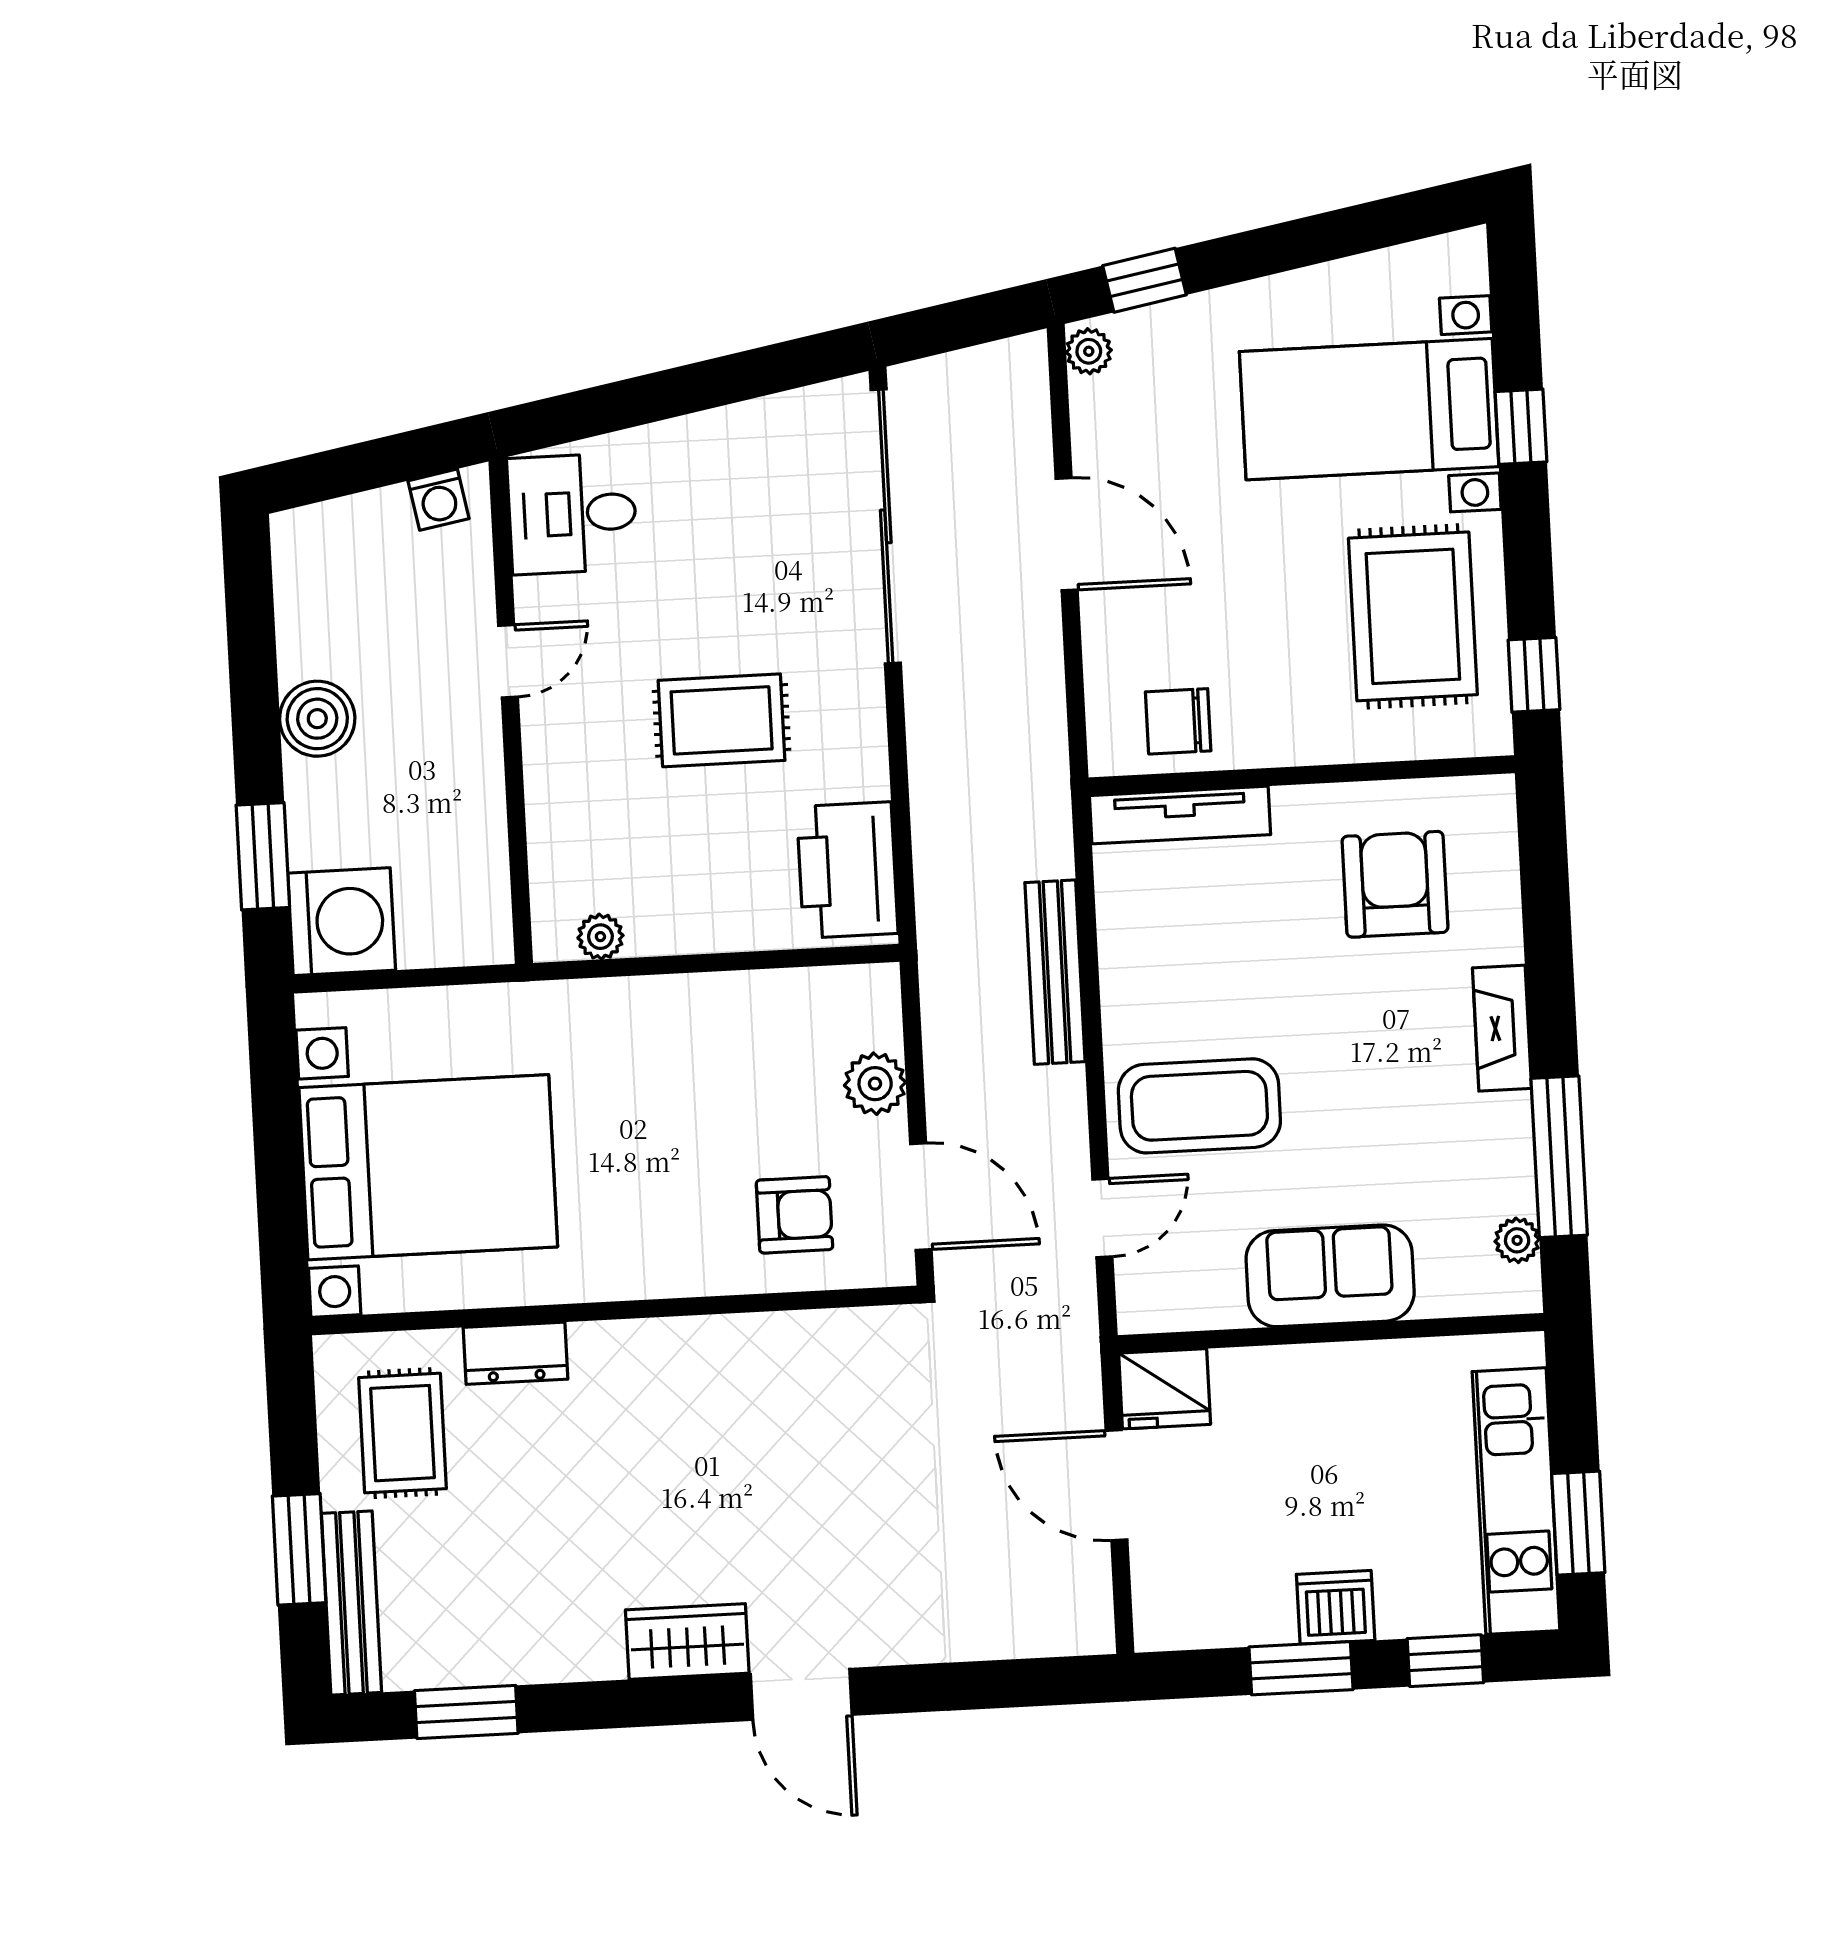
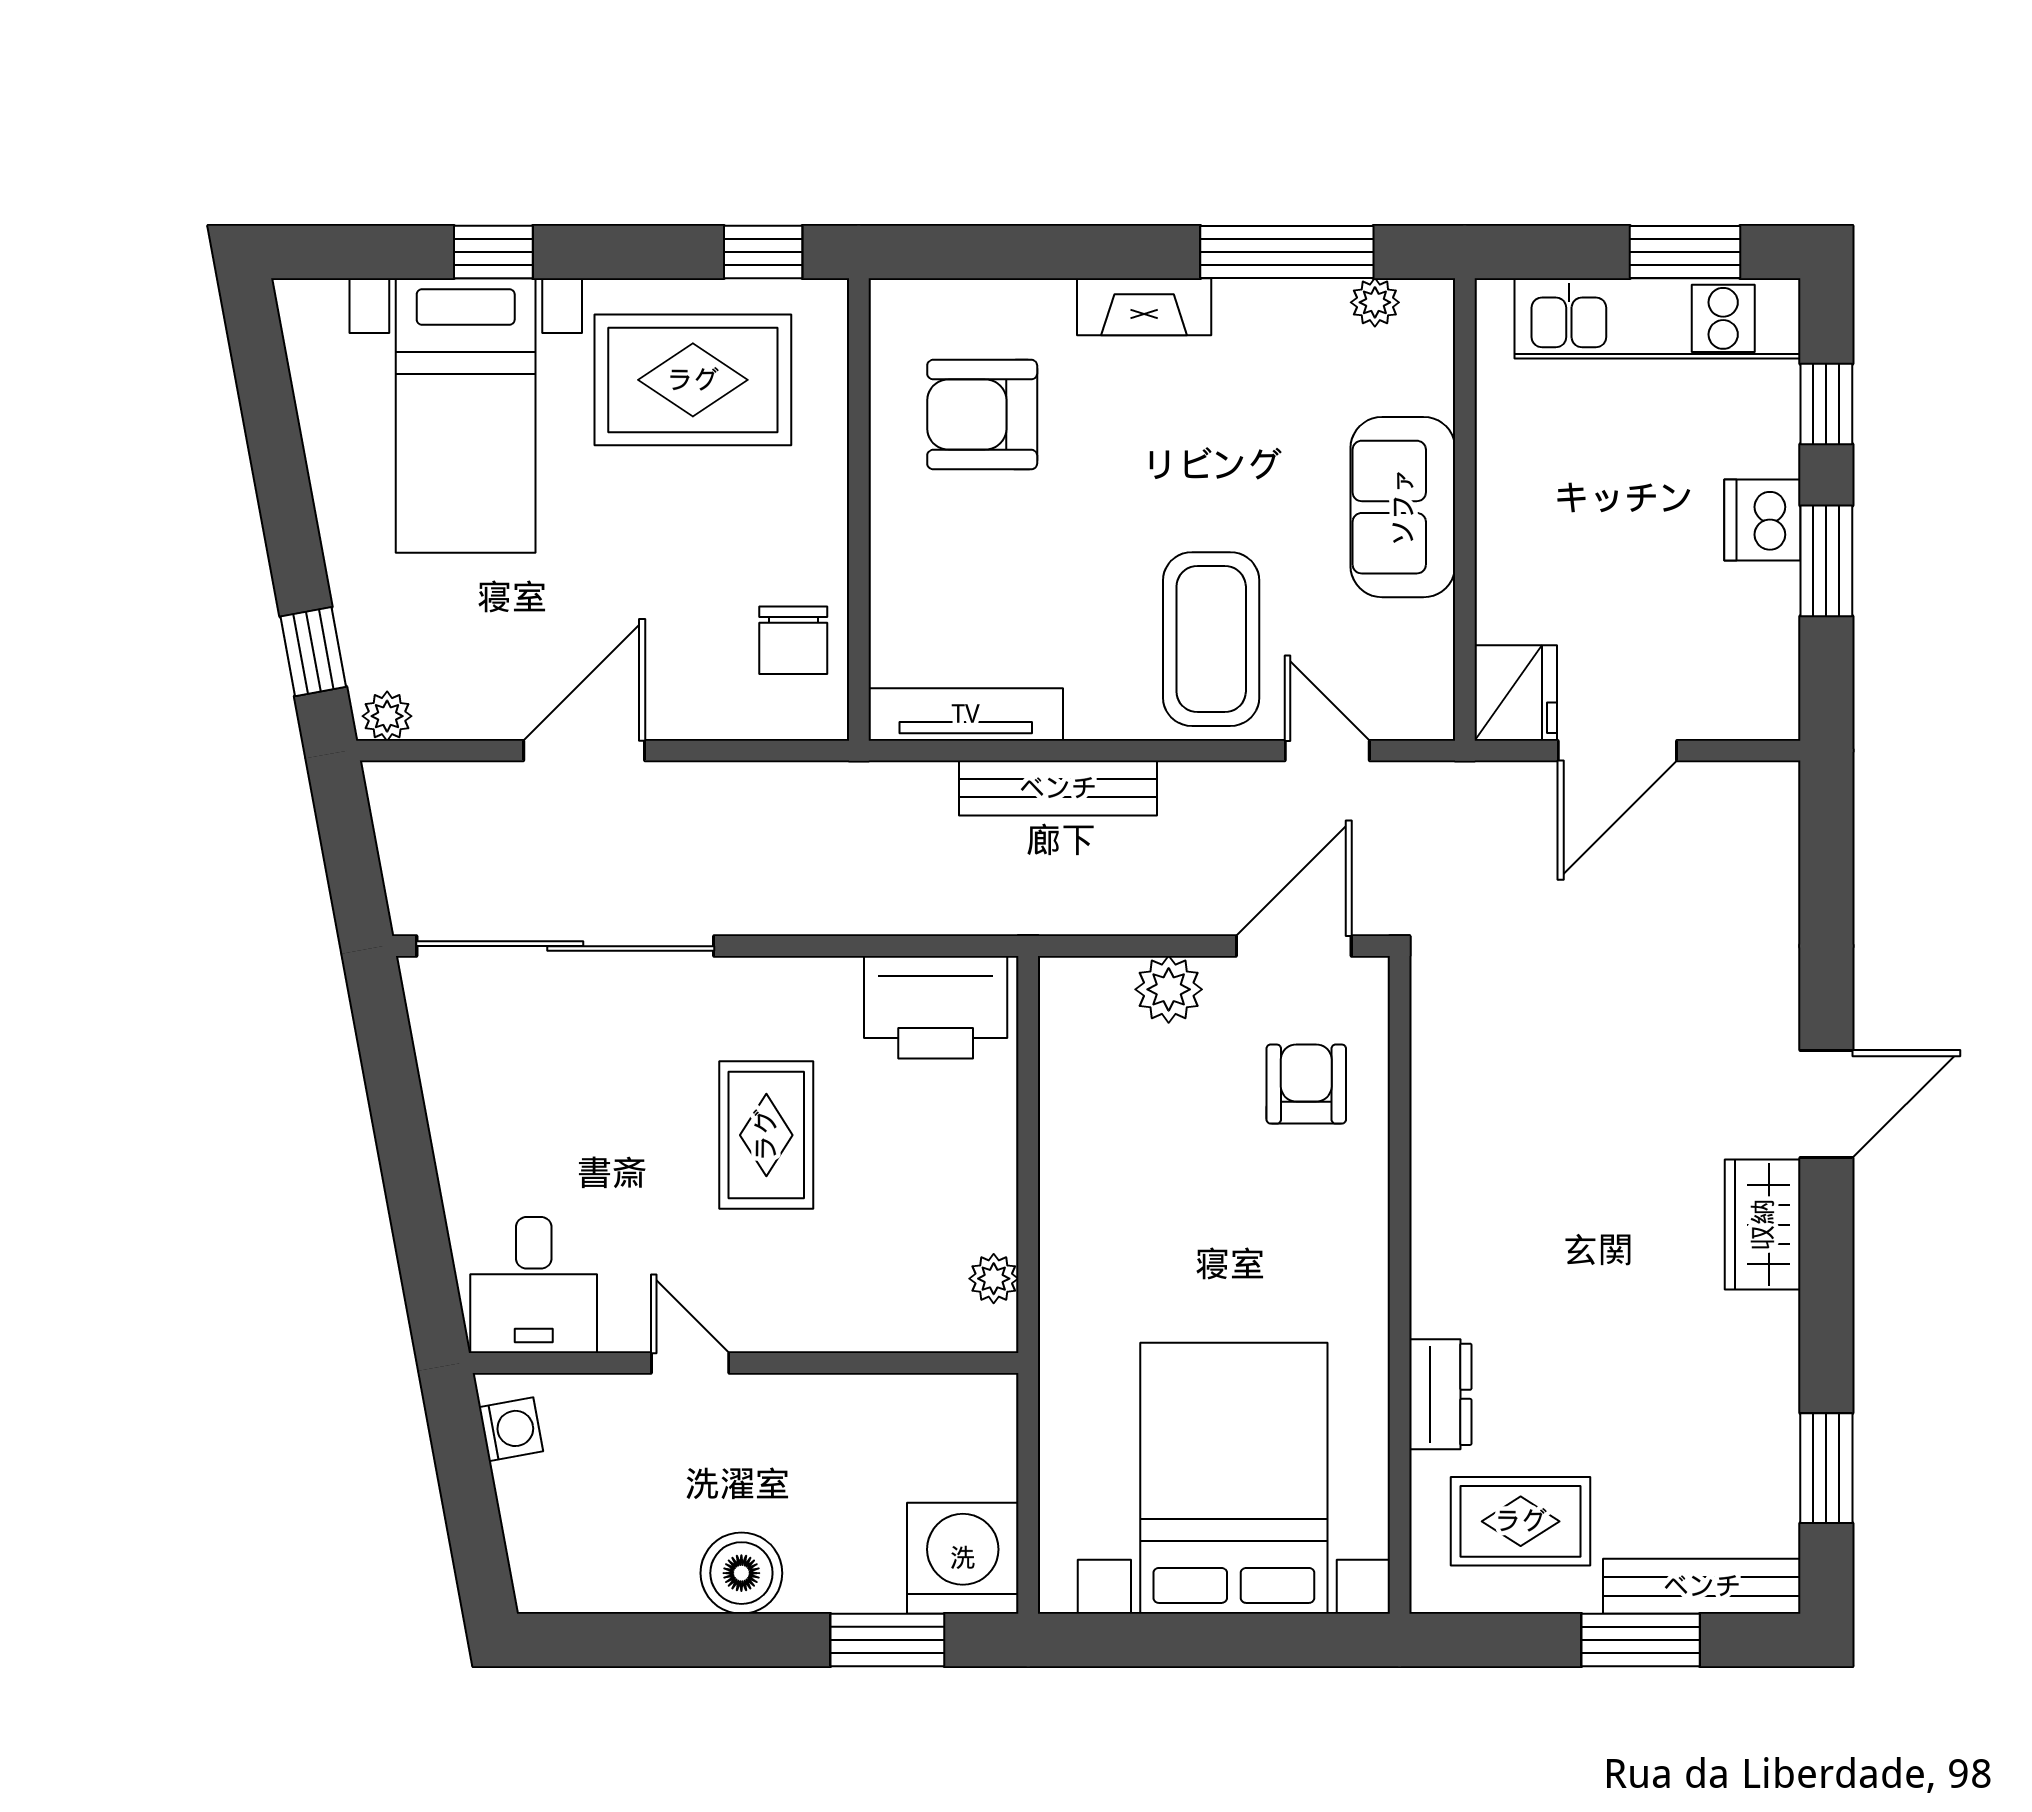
tv unit: (1180, 815) -> (966, 714), moved, turned -90

